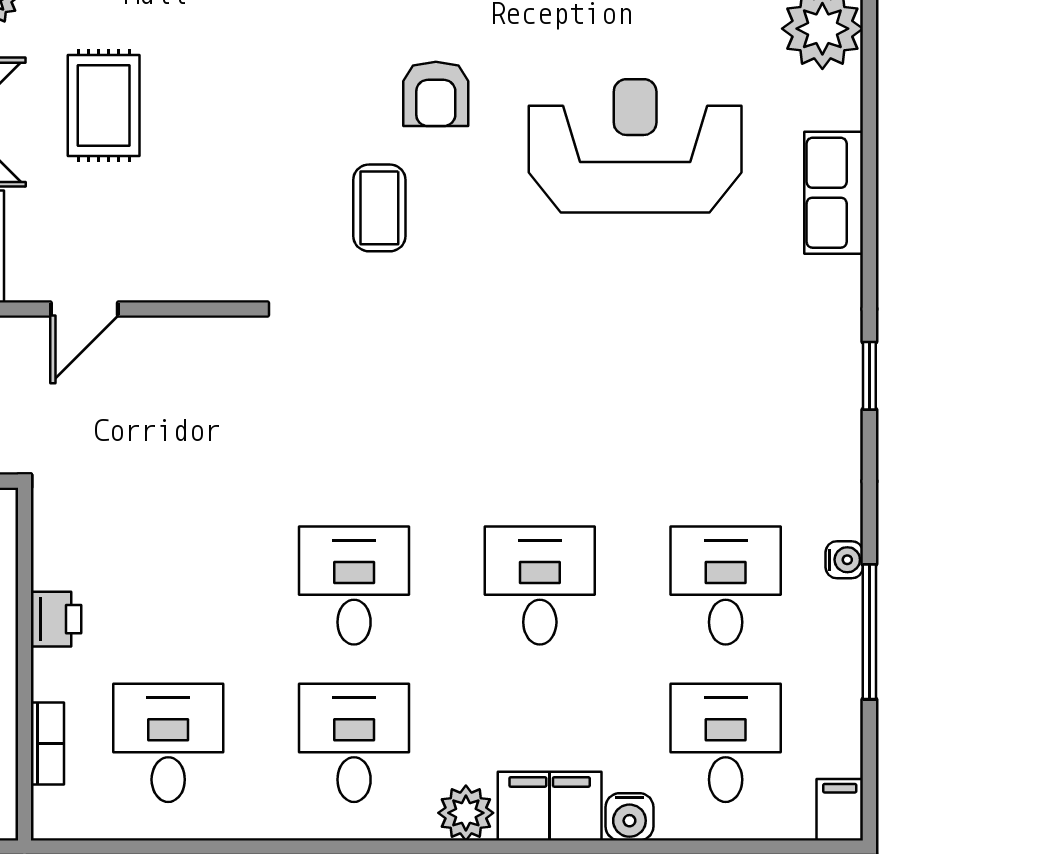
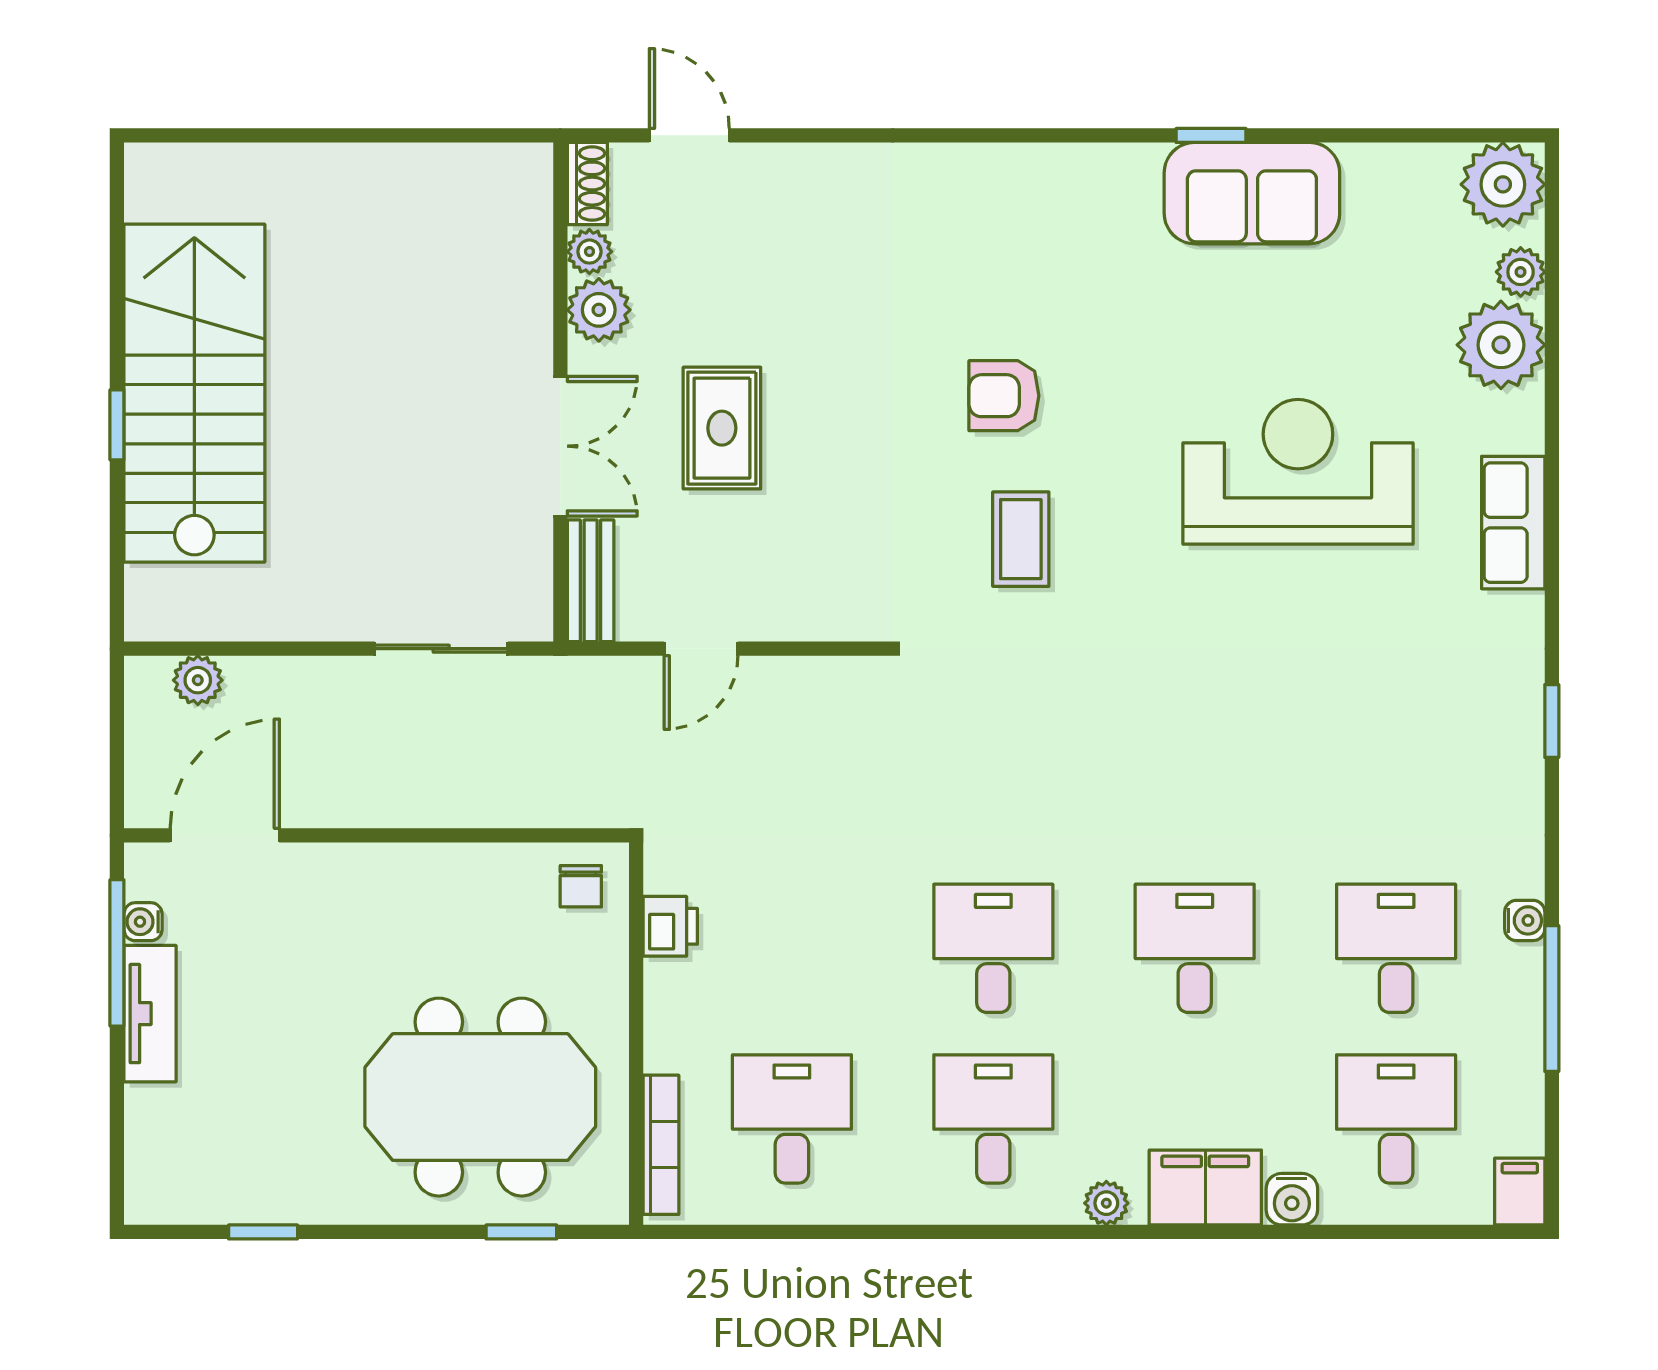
armchair: (436, 94) -> (1004, 396), moved, turned 90
printer: (56, 619) -> (670, 926), moved
bookcase: (47, 744) -> (661, 1145), width x1.56
plant: (466, 813) -> (1106, 1203), width x0.73, depth x0.73

